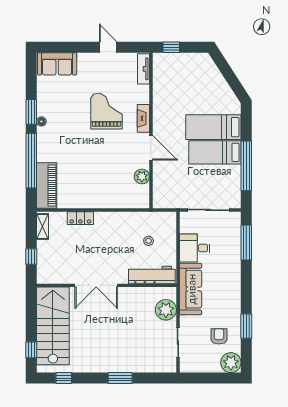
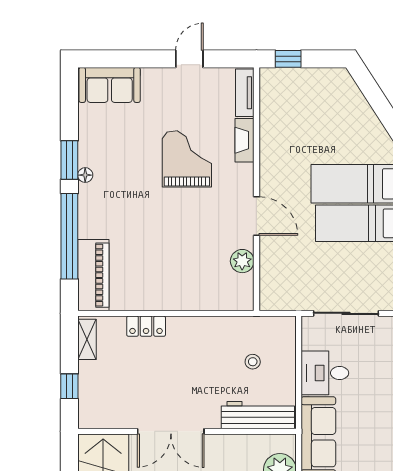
door: (108, 47) -> (189, 59), hinge flipped
fireplace: (143, 118) -> (245, 140), moved

